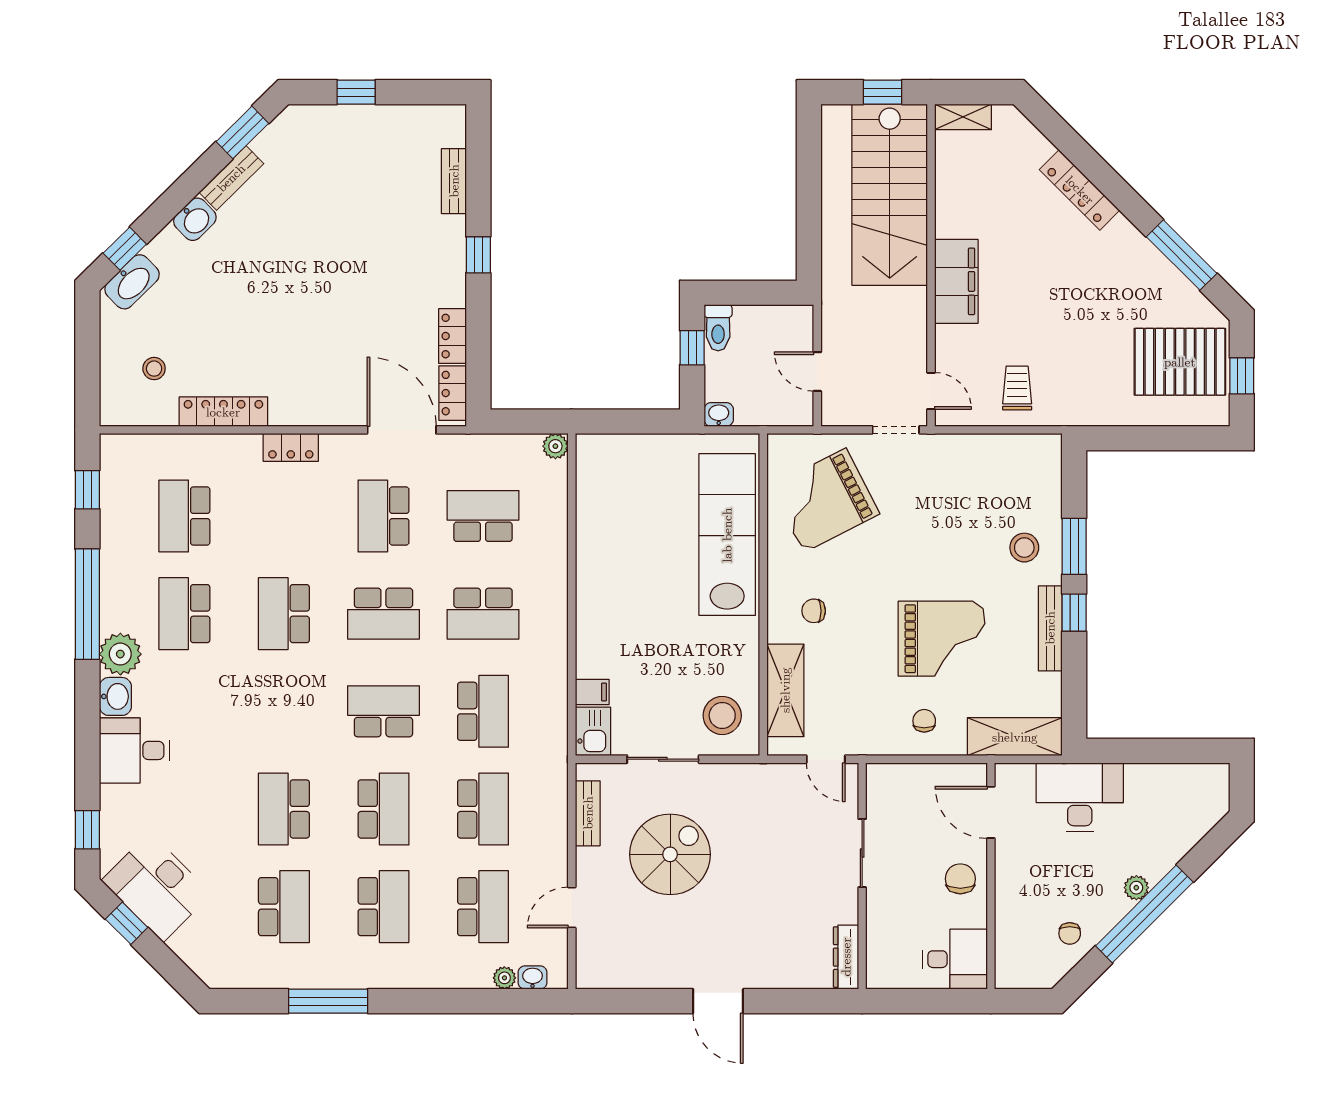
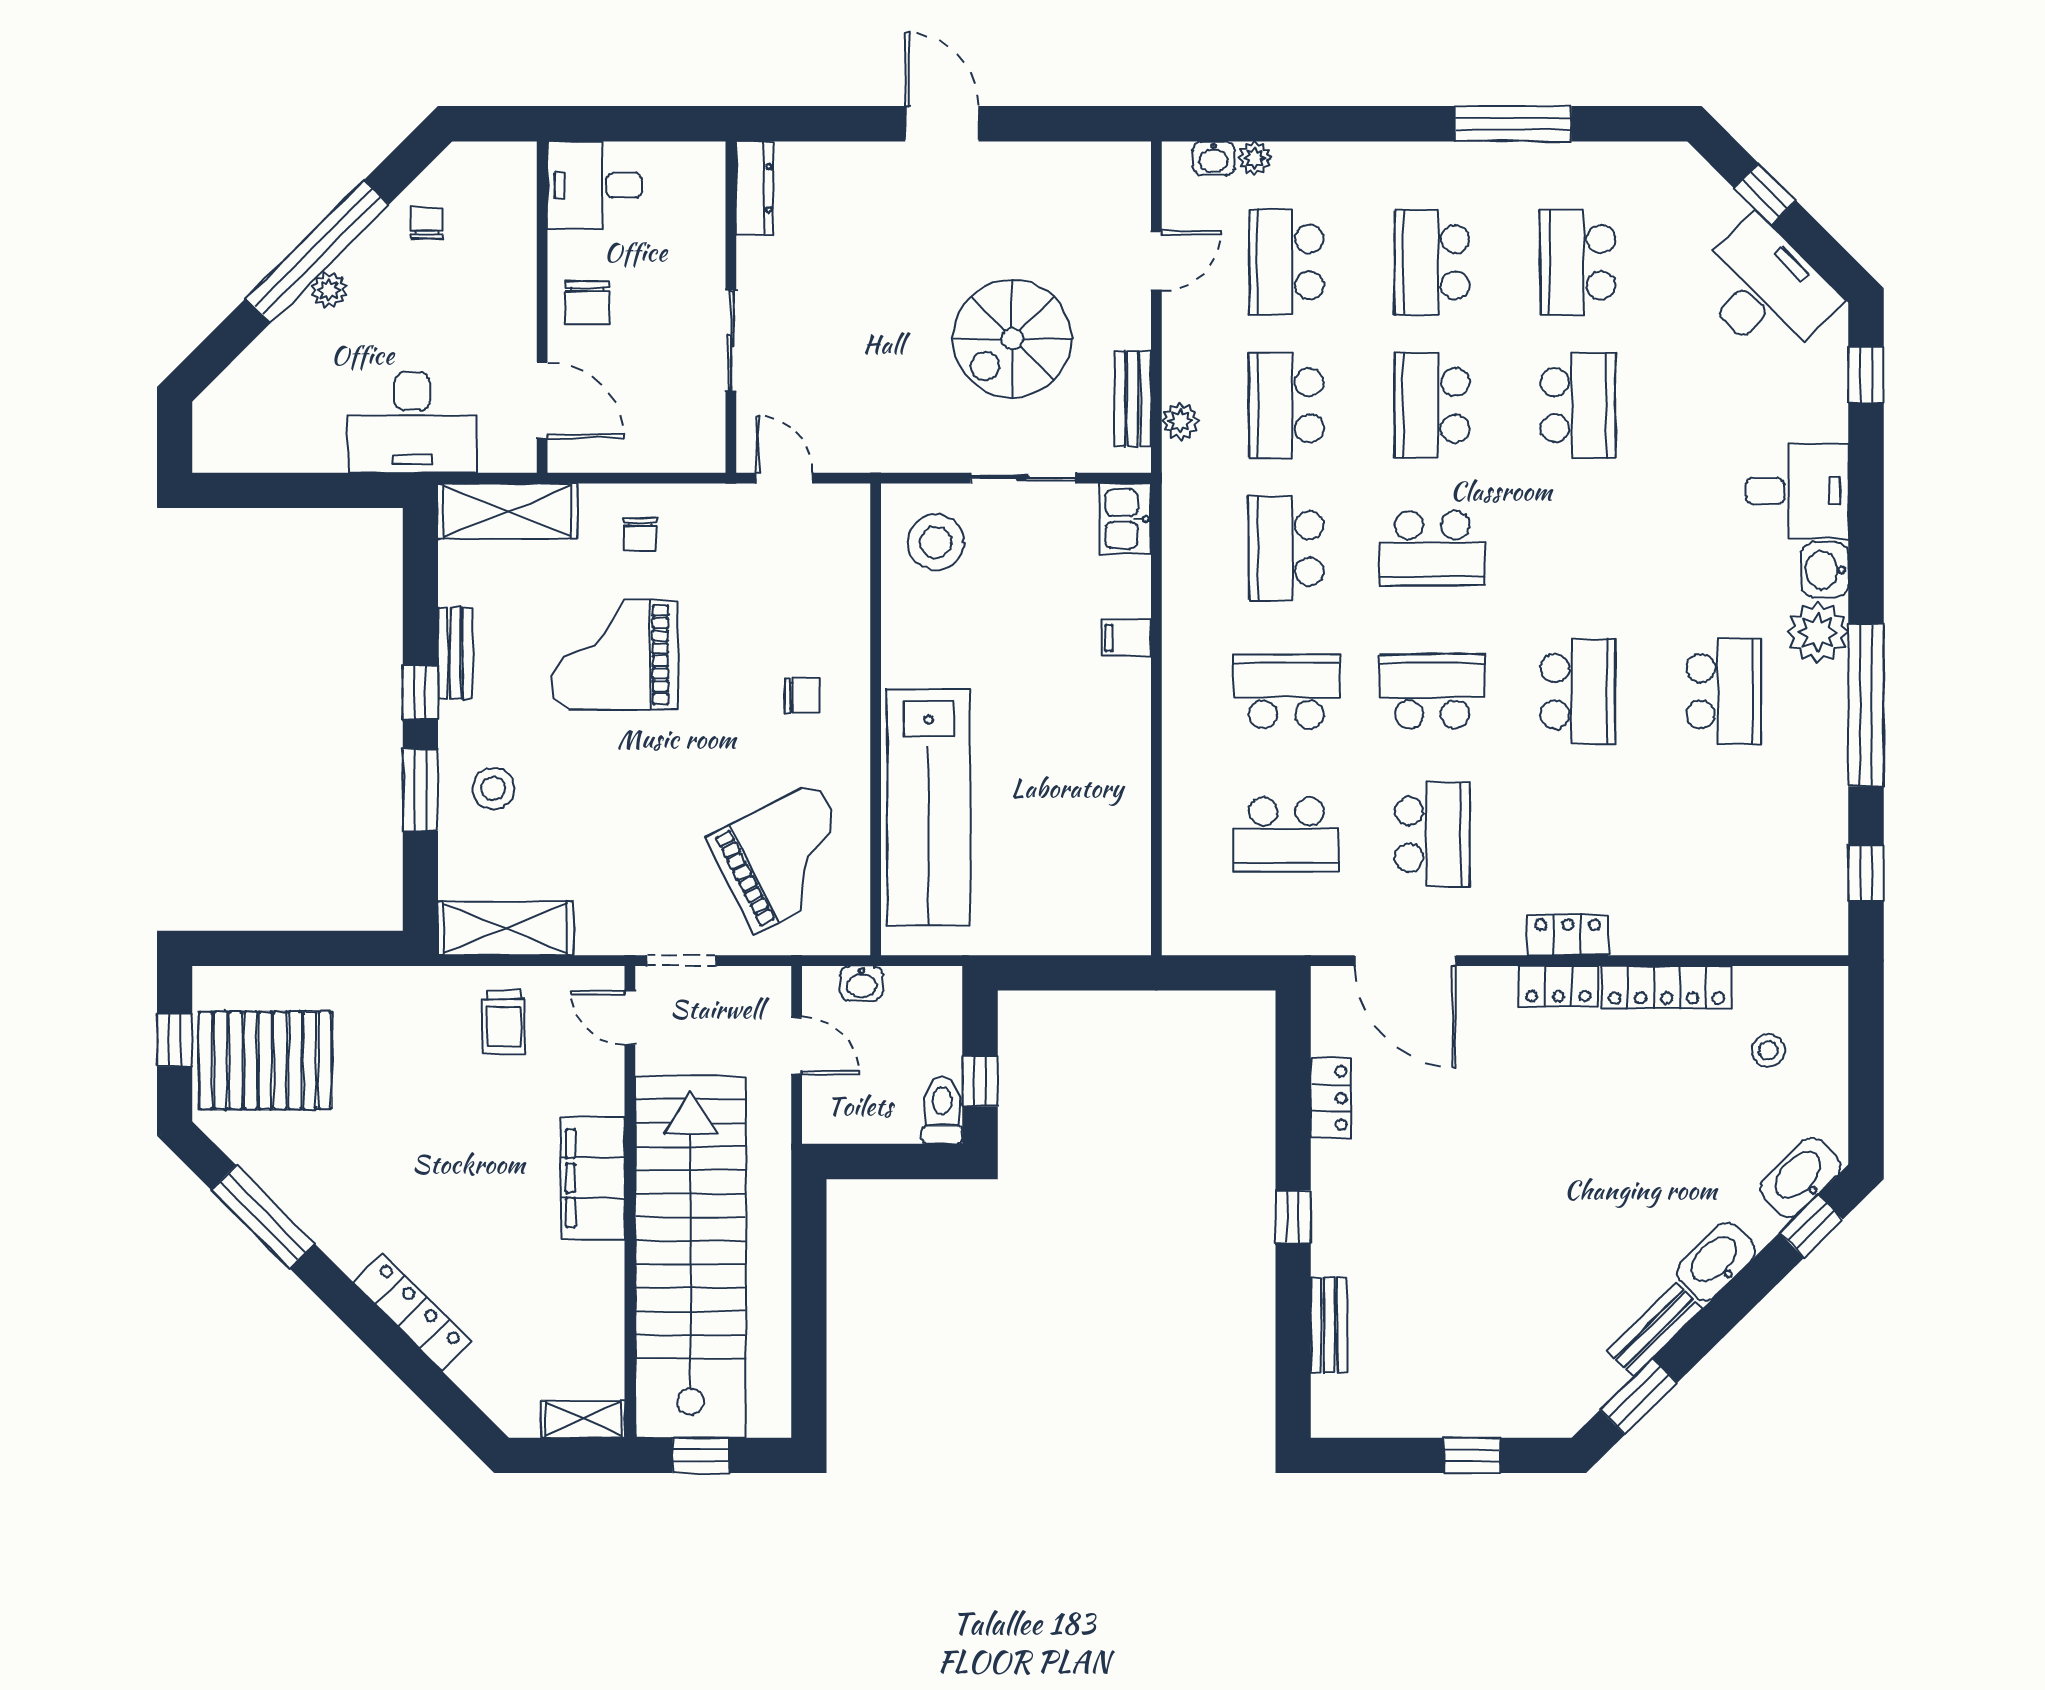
stairs: (890, 195) -> (691, 1257), width x1.36
washbasin: (195, 219) -> (1716, 1262), width x1.38
locker: (453, 393) -> (1558, 986), moved, turned 90
washbasin: (719, 414) -> (862, 983), moved
plant: (555, 446) -> (1180, 421), moved
school desk: (184, 516) -> (1724, 834), removed
bench: (1050, 628) -> (455, 653), width x0.73
shelving: (785, 690) -> (506, 928), moved, turned 90
filing cabinet: (592, 692) -> (1126, 638), moved
window: (127, 923) -> (1765, 194), moved

